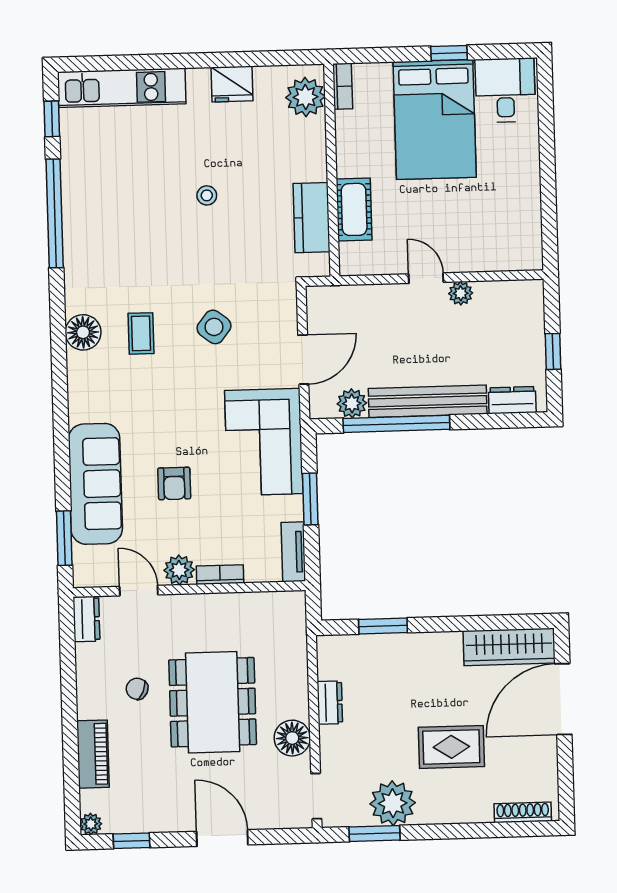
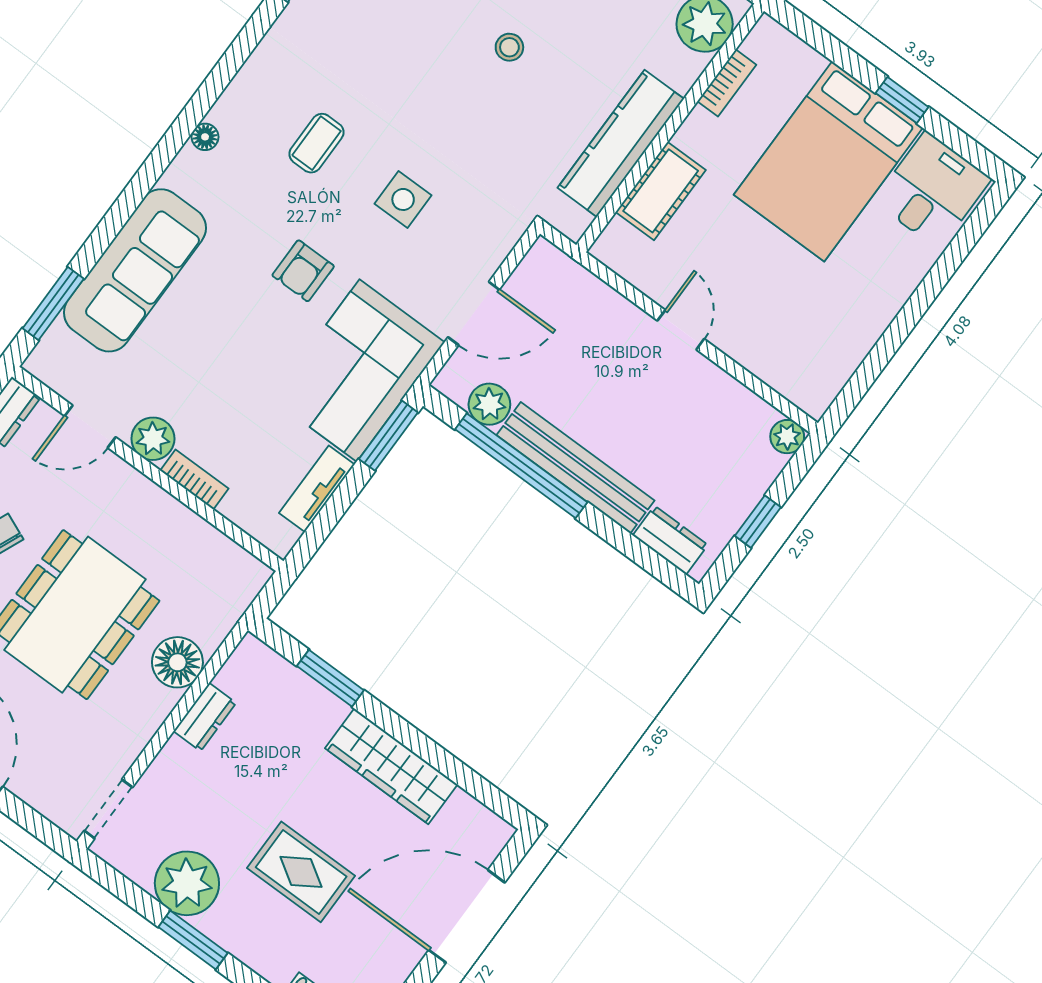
bookcase: (343, 86) -> (727, 83), moved
kitchen counter: (311, 218) -> (621, 143), width x1.50
plant: (461, 293) -> (787, 437), moved
side table: (214, 327) -> (403, 199), turned -38
floor lamp: (83, 332) -> (205, 137), moved, width x0.53, depth x0.53
armchair: (174, 483) -> (303, 271), moved
window: (310, 499) -> (388, 436), moved
tv unit: (293, 552) -> (317, 489), moved
door: (139, 591) -> (90, 426), swing flipped
wardrobe: (509, 647) -> (391, 766), moved
floor lamp: (292, 738) -> (177, 662), moved
window: (375, 834) -> (193, 940), moved

